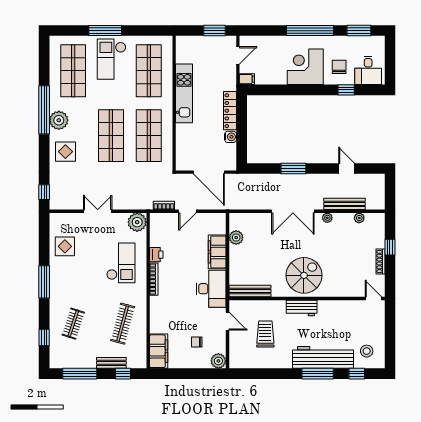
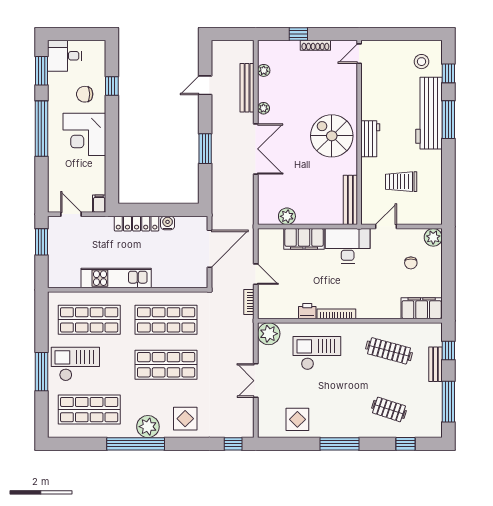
checkout: (112, 59) -> (75, 364), turned 180
desk: (368, 70) -> (65, 56), moved, turned 180

